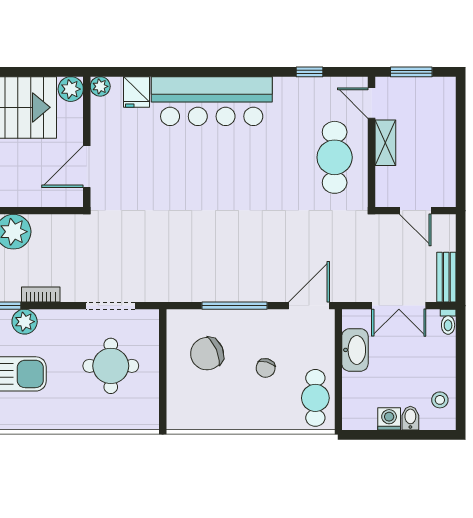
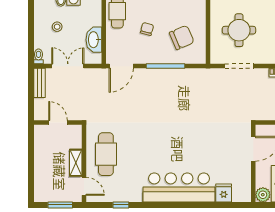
plant: (100, 86) -> (245, 196), removed
stool: (440, 400) -> (57, 27), moved

